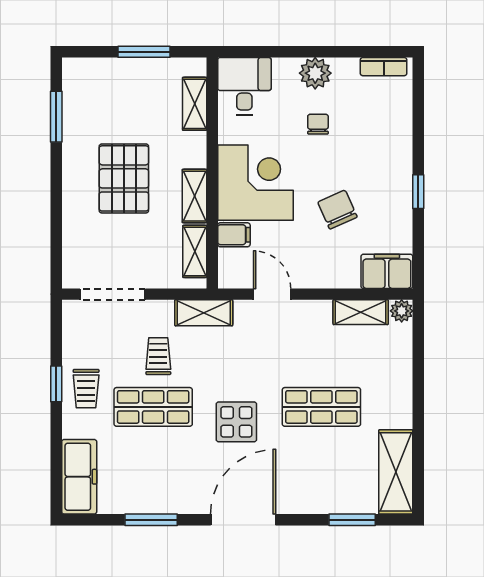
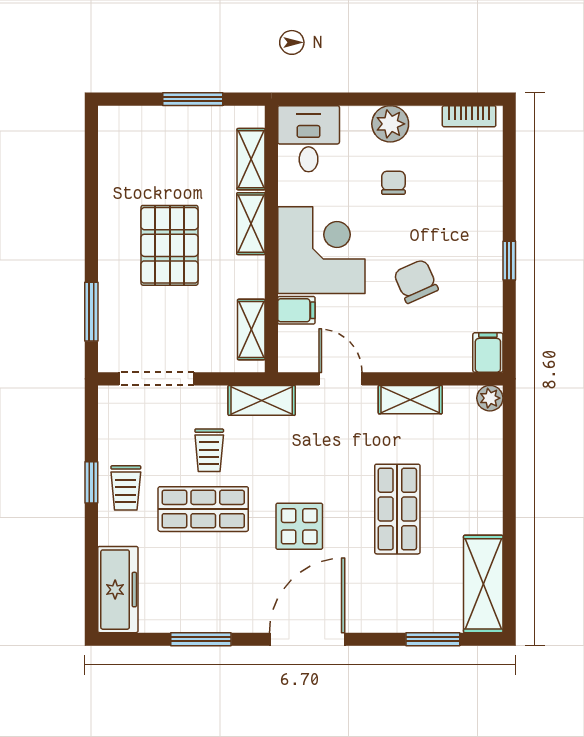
window: (56, 117) -> (91, 312), moved
shelving: (195, 196) -> (251, 224), moved
filing cabinet: (387, 271) -> (488, 353), width x0.50
shelving: (361, 312) -> (410, 400), moved
trolley: (158, 356) -> (209, 450), turned 180
shop shelf: (321, 407) -> (397, 509), turned 90

